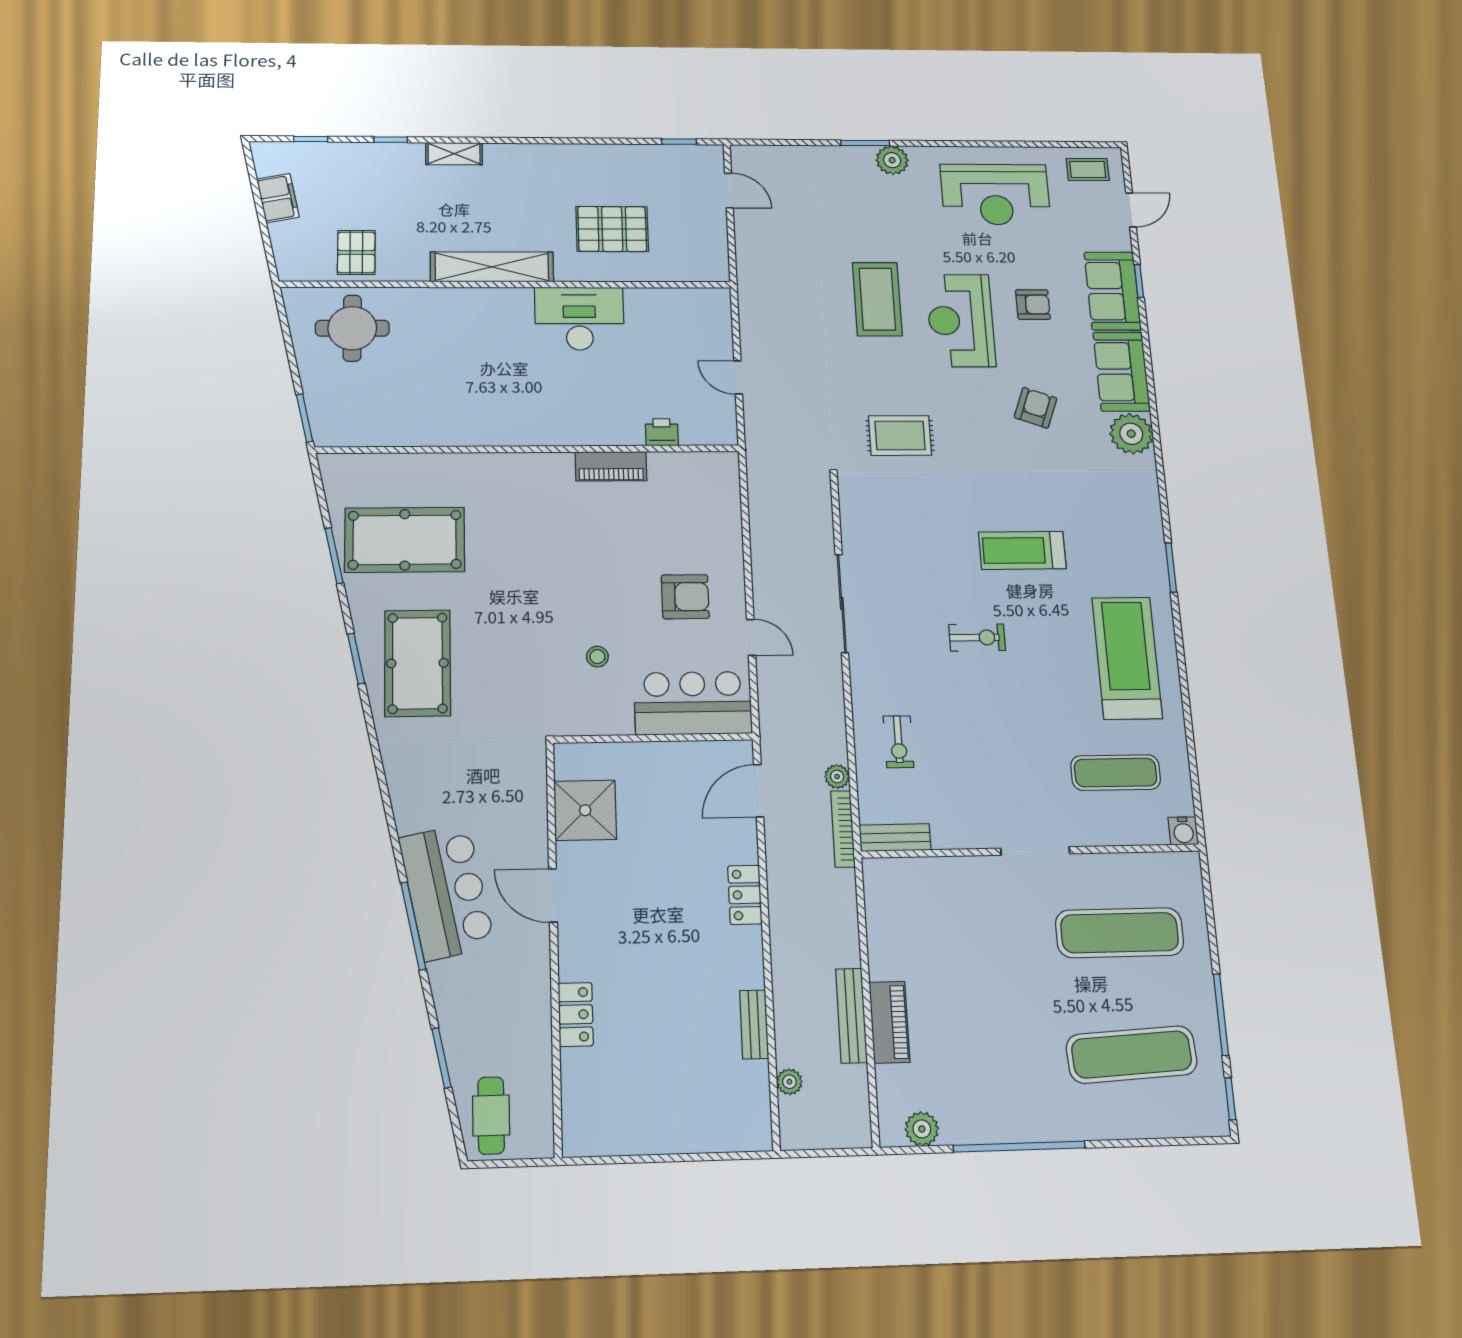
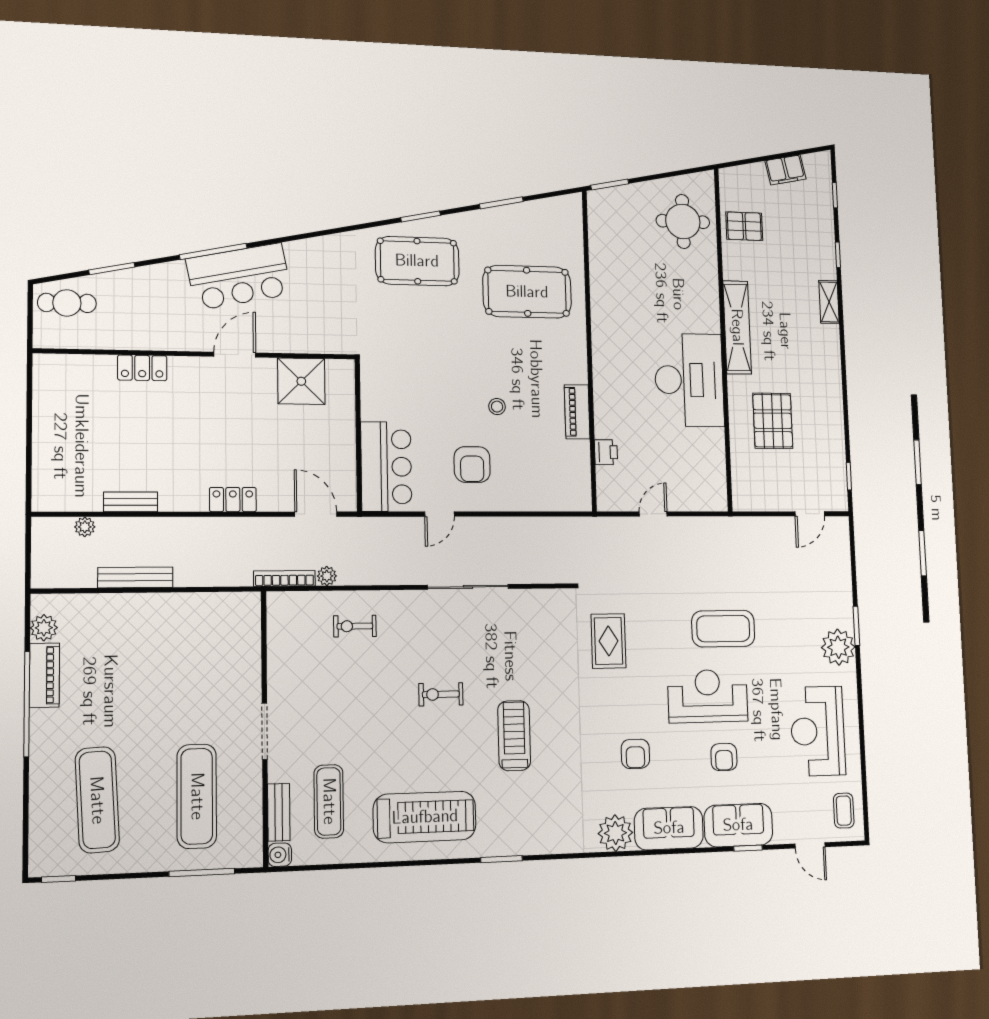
plant: (892, 160) -> (838, 647), width x1.36, depth x1.36
desk: (579, 319) -> (689, 380), width x1.36, depth x1.30
armchair: (1035, 408) -> (635, 754), turned 70
pool table: (405, 540) -> (527, 292), moved, turned 90
exercise bike: (977, 638) -> (441, 694), turned 90
stool: (597, 657) -> (497, 407), moved
bench: (895, 838) -> (279, 812), moved
window: (1221, 1015) -> (202, 873), moved
piano: (889, 1022) -> (44, 675), moved, turned -90

